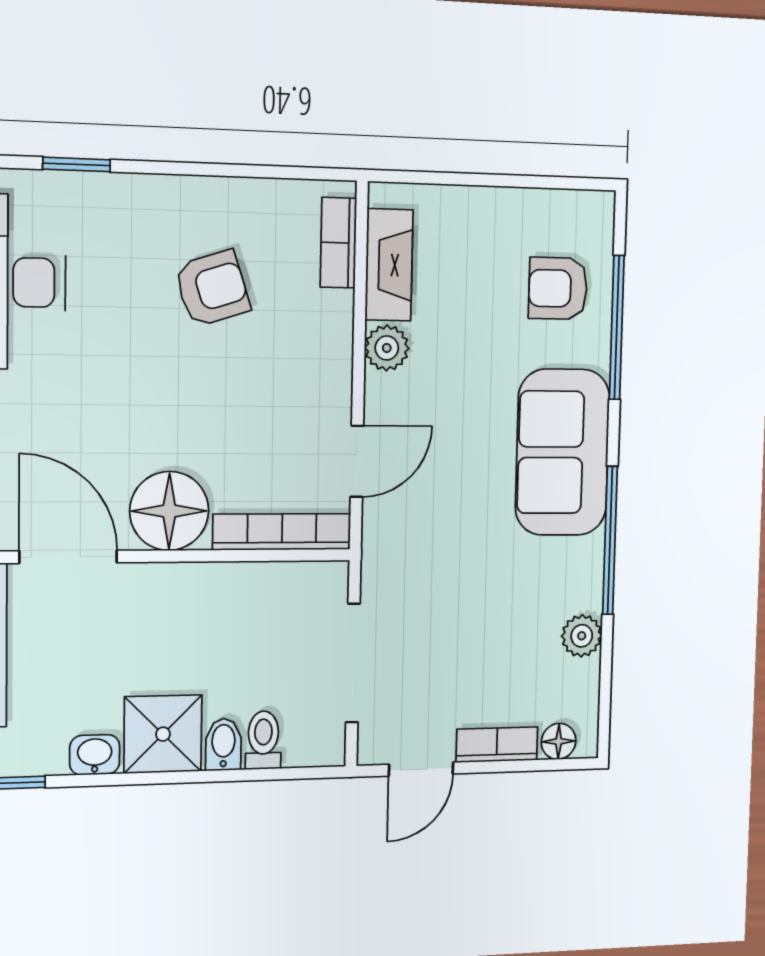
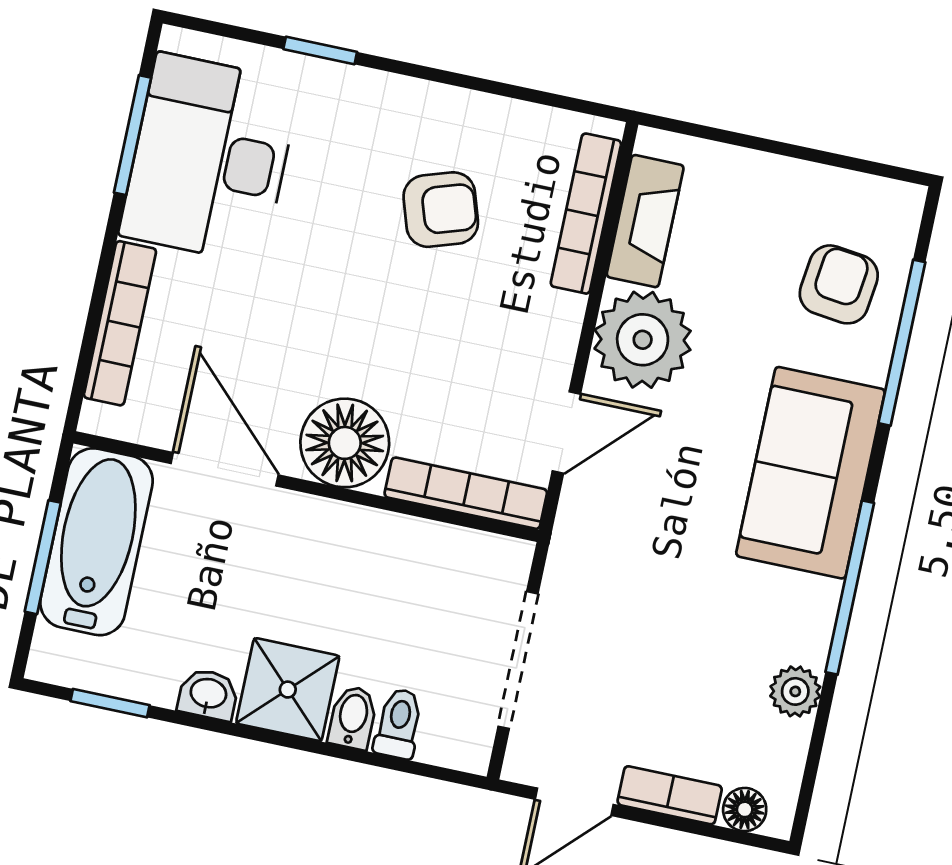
bookcase: (338, 243) -> (586, 214), width x1.56
armchair: (558, 288) -> (839, 284), turned 97
plant: (387, 348) -> (643, 340), width x1.87, depth x1.87

